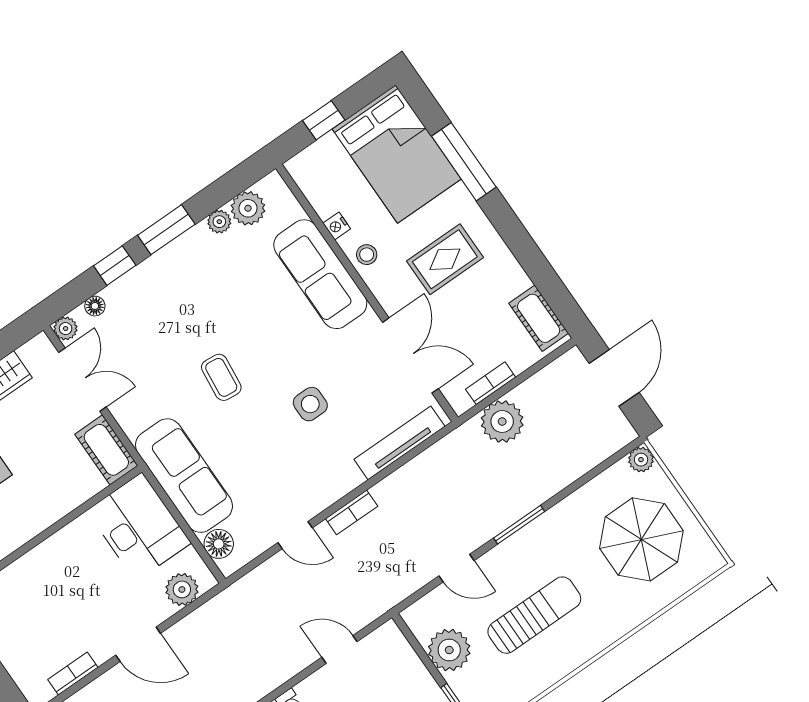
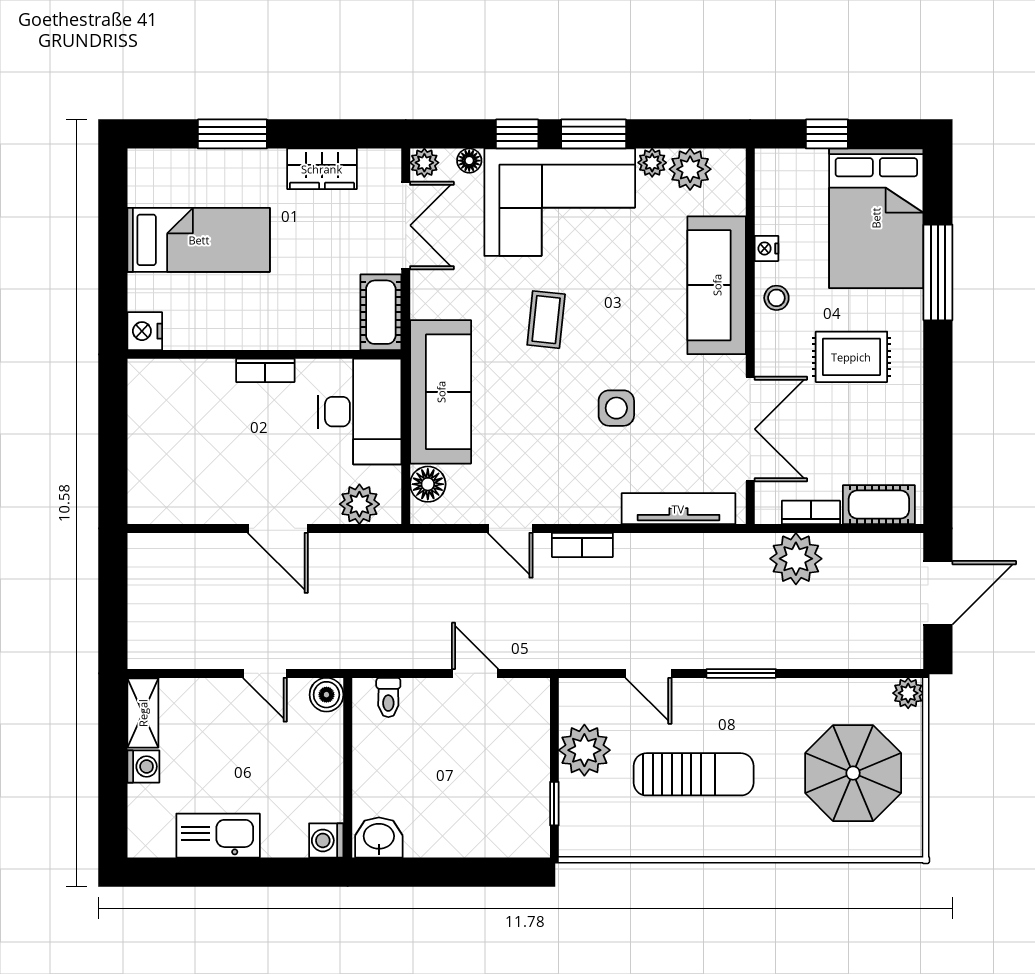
corner sofa: (175, 292) -> (560, 202), added
cot: (539, 318) -> (879, 505), moved, turned 90
bookcase: (73, 673) -> (265, 370), moved, turned 180

